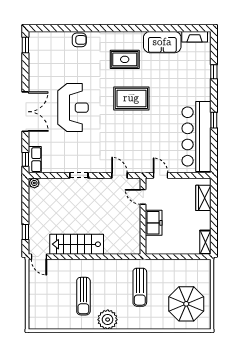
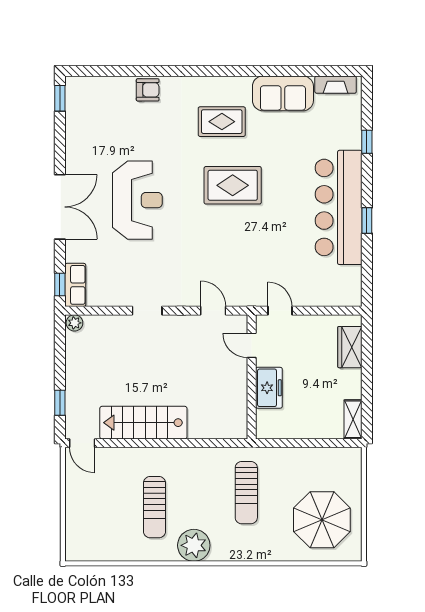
bar counter: (196, 136) -> (339, 207), moved

